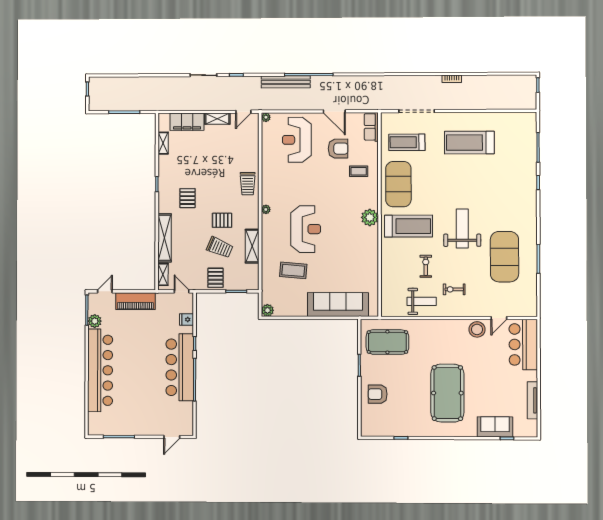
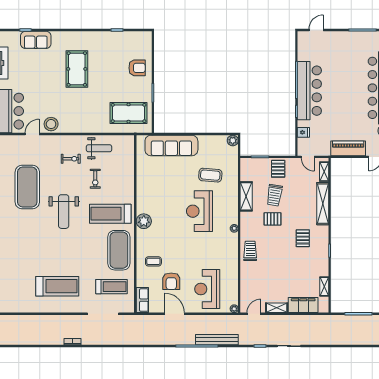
reception desk: (297, 140) -> (207, 289), turned 180
armchair: (338, 149) -> (171, 281), turned -90
trolley: (220, 247) -> (274, 195), turned -104
weight bench: (422, 301) -> (99, 148), turned 180
pool table: (447, 393) -> (77, 69), width x0.73, depth x0.76

